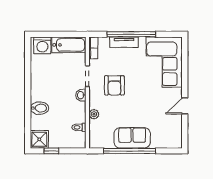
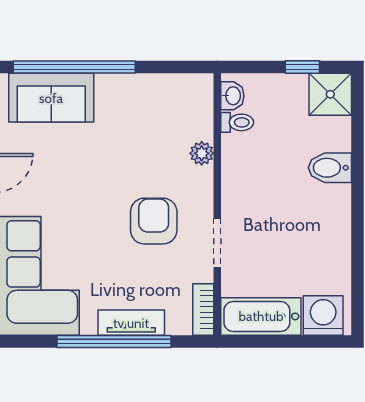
washbasin: (81, 95) -> (232, 96), moved
sofa: (132, 138) -> (51, 98), moved
window: (130, 151) -> (74, 67), moved

